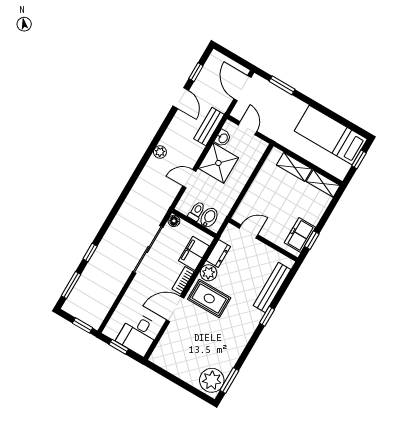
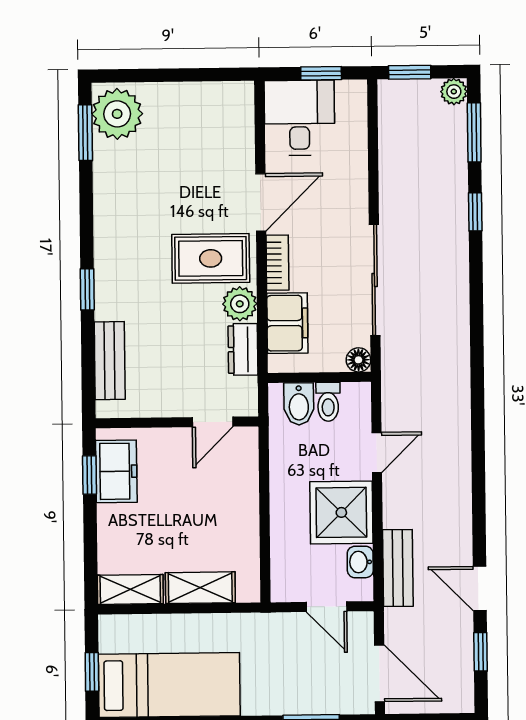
plant: (160, 152) -> (454, 92), moved
bench: (272, 287) -> (110, 361), width x0.73

